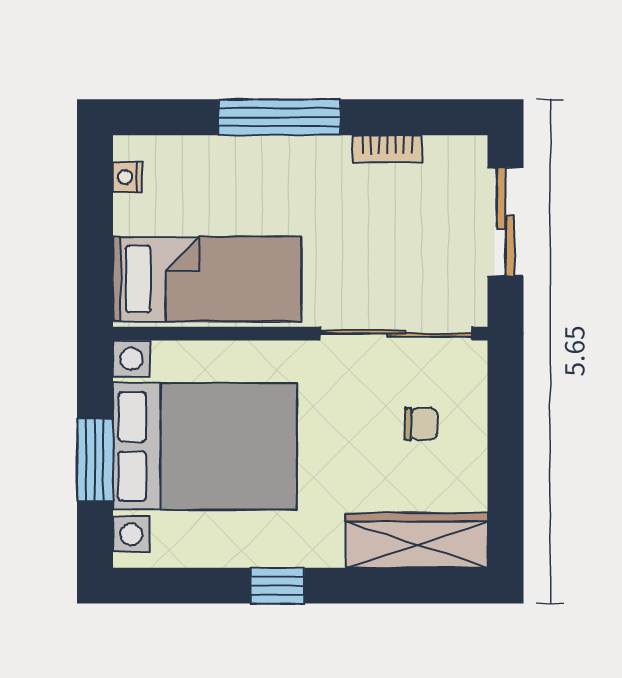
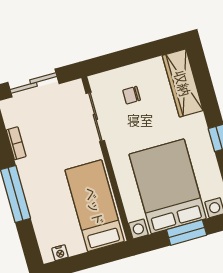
sliding door: (396, 334) -> (95, 117), width x0.73
chair: (421, 424) -> (132, 95), turned -90

